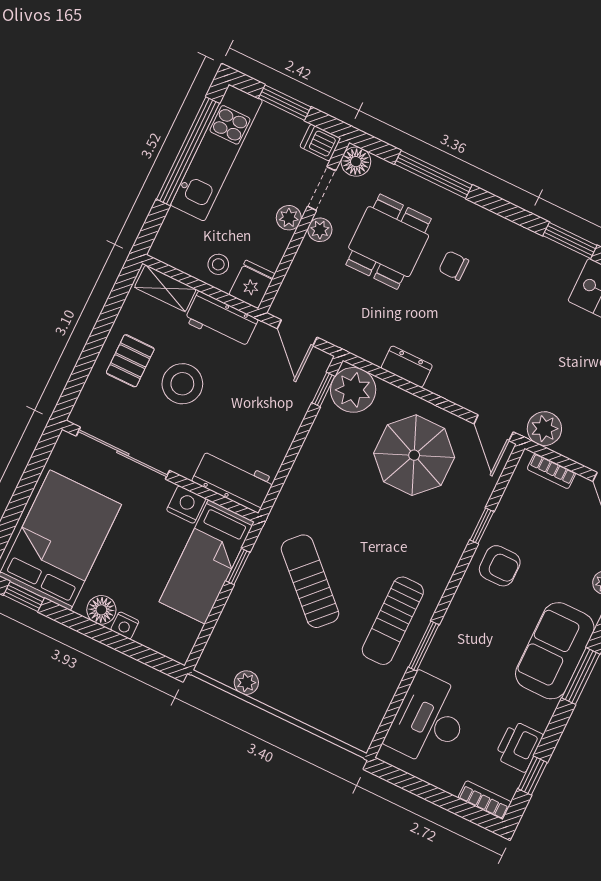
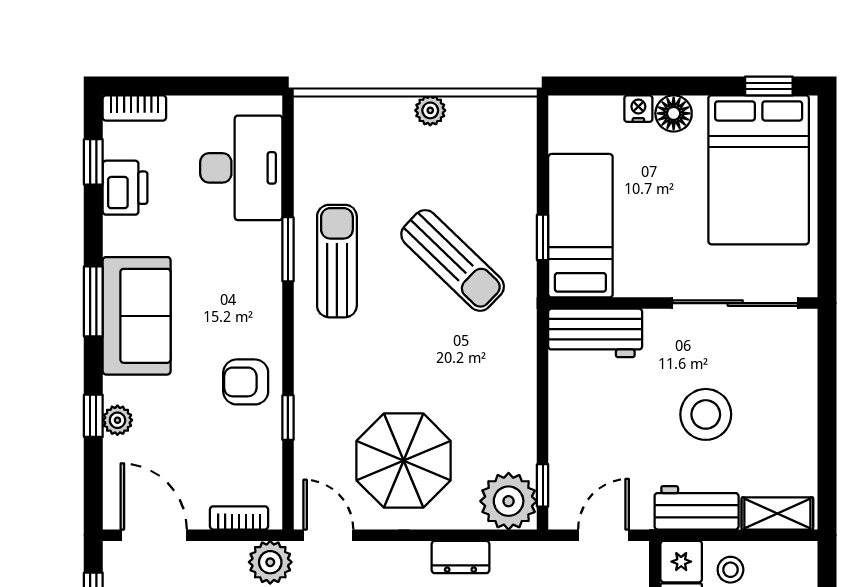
door: (297, 333) -> (603, 535), hinge flipped
pallet: (130, 361) -> (777, 412), removed
nightstand: (186, 505) -> (635, 279), removed
plant: (246, 683) -> (430, 110), moved

